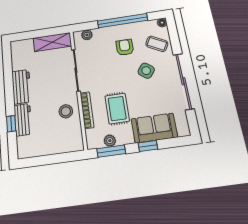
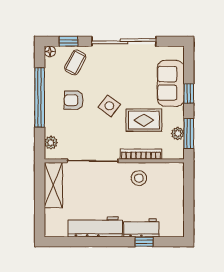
window: (174, 36) -> (68, 41), added
side table: (146, 71) -> (109, 106), moved
workbench: (21, 87) -> (95, 227), width x1.38

